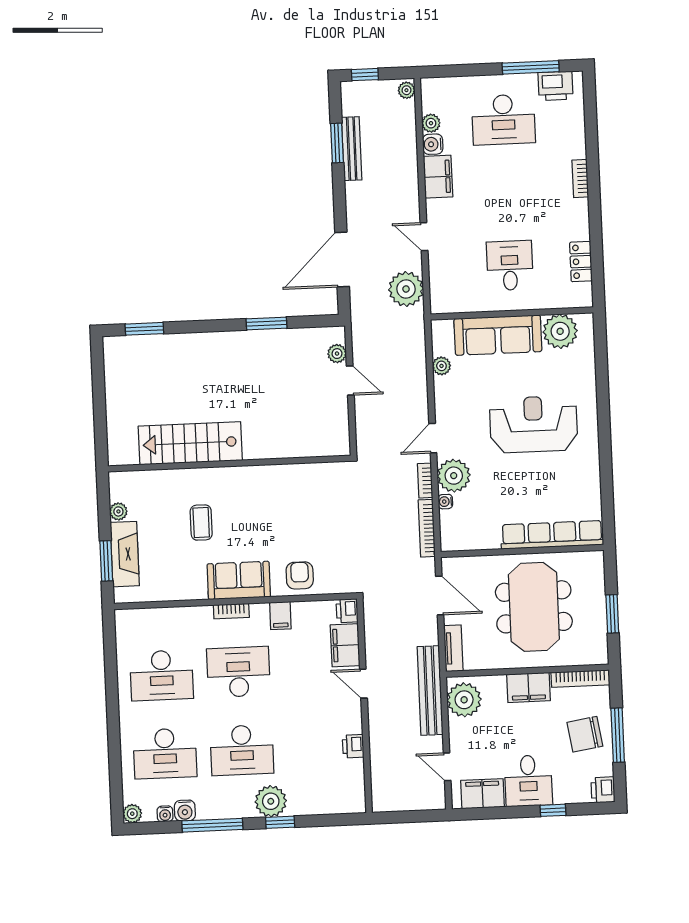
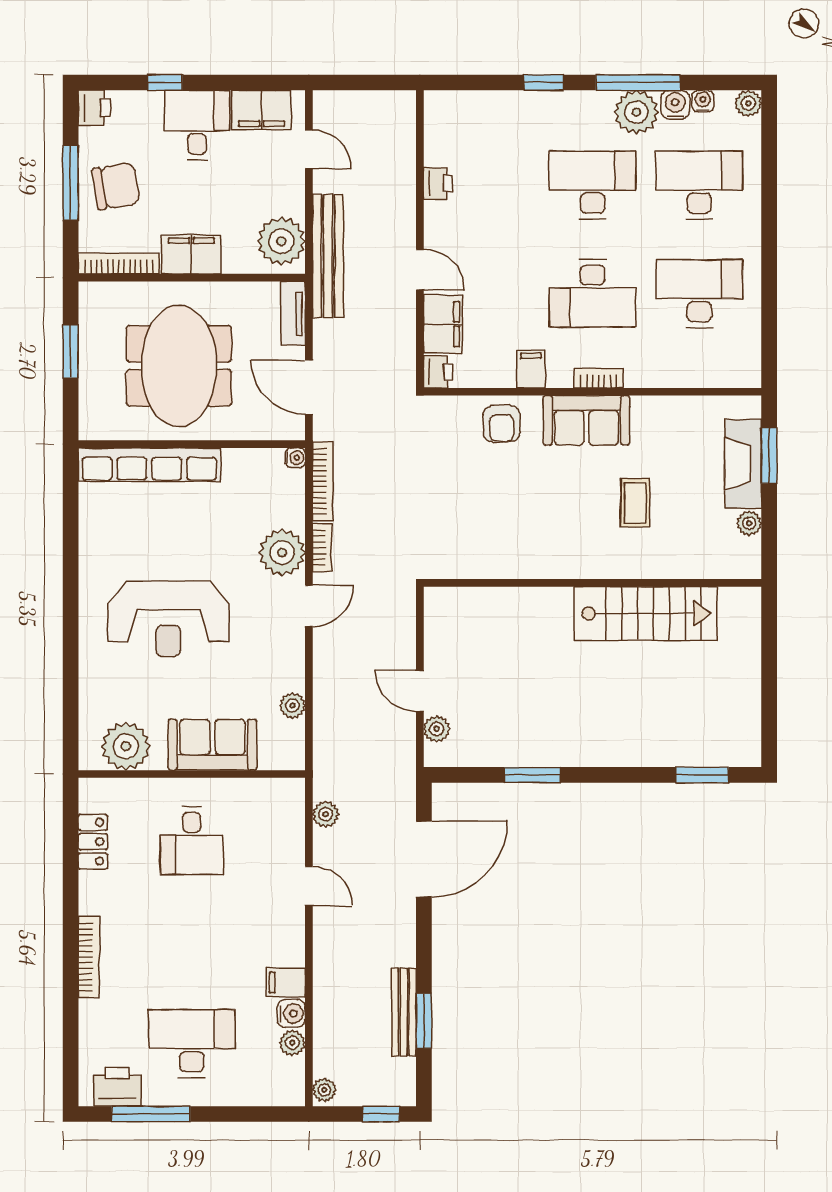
filing cabinet: (438, 177) -> (286, 983), width x0.50
bookcase: (580, 179) -> (89, 957), width x1.56
plant: (406, 289) -> (326, 814), width x0.53, depth x0.53
sofa: (498, 335) -> (212, 745), width x0.73
water cooler: (445, 502) -> (295, 458), moved
plant: (271, 801) -> (636, 112), moved

